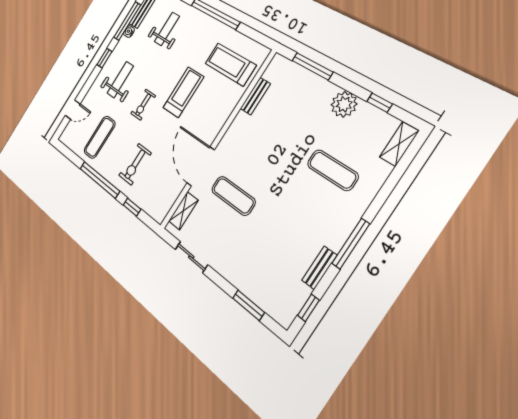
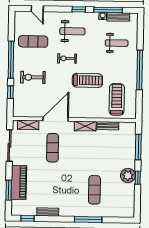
window: (380, 103) -> (138, 178), moved
shelving: (399, 144) -> (85, 126), moved
window: (351, 244) -> (88, 219), moved
sliding door: (191, 257) -> (9, 145), width x1.37
piano: (248, 281) -> (19, 182), added

